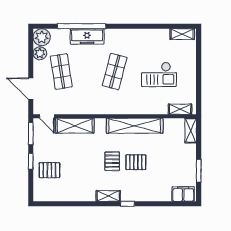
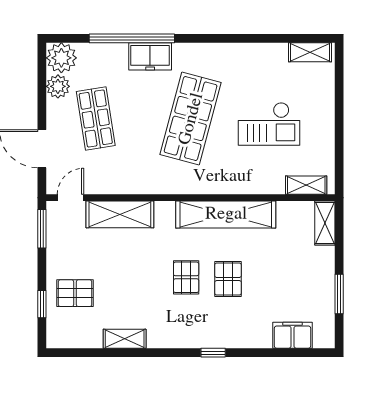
freezer: (87, 36) -> (150, 56), width x0.71
shop shelf: (115, 72) -> (191, 119), width x1.43, depth x1.36
door: (47, 116) -> (71, 198), swing flipped
window: (31, 161) -> (42, 304), moved
pallet: (136, 162) -> (228, 279), turned 90
filing cabinet: (183, 194) -> (293, 335), moved
shelving: (108, 196) -> (125, 339), moved

